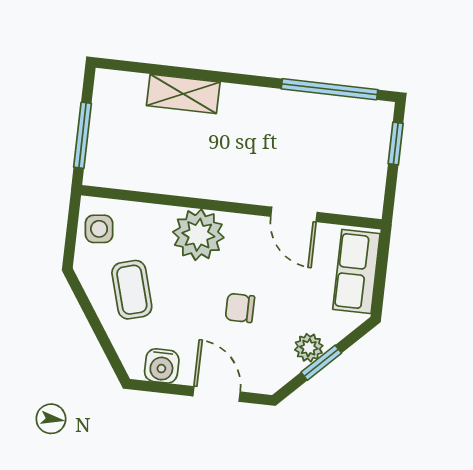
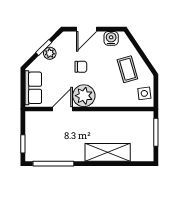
shelving: (183, 94) -> (108, 152), width x1.50, depth x1.33
door: (294, 214) -> (62, 109), hinge flipped
plant: (198, 235) -> (84, 96), moved
door: (217, 394) -> (87, 29), hinge flipped

